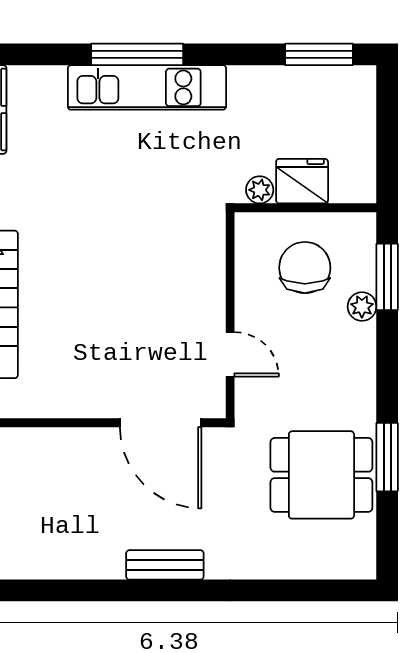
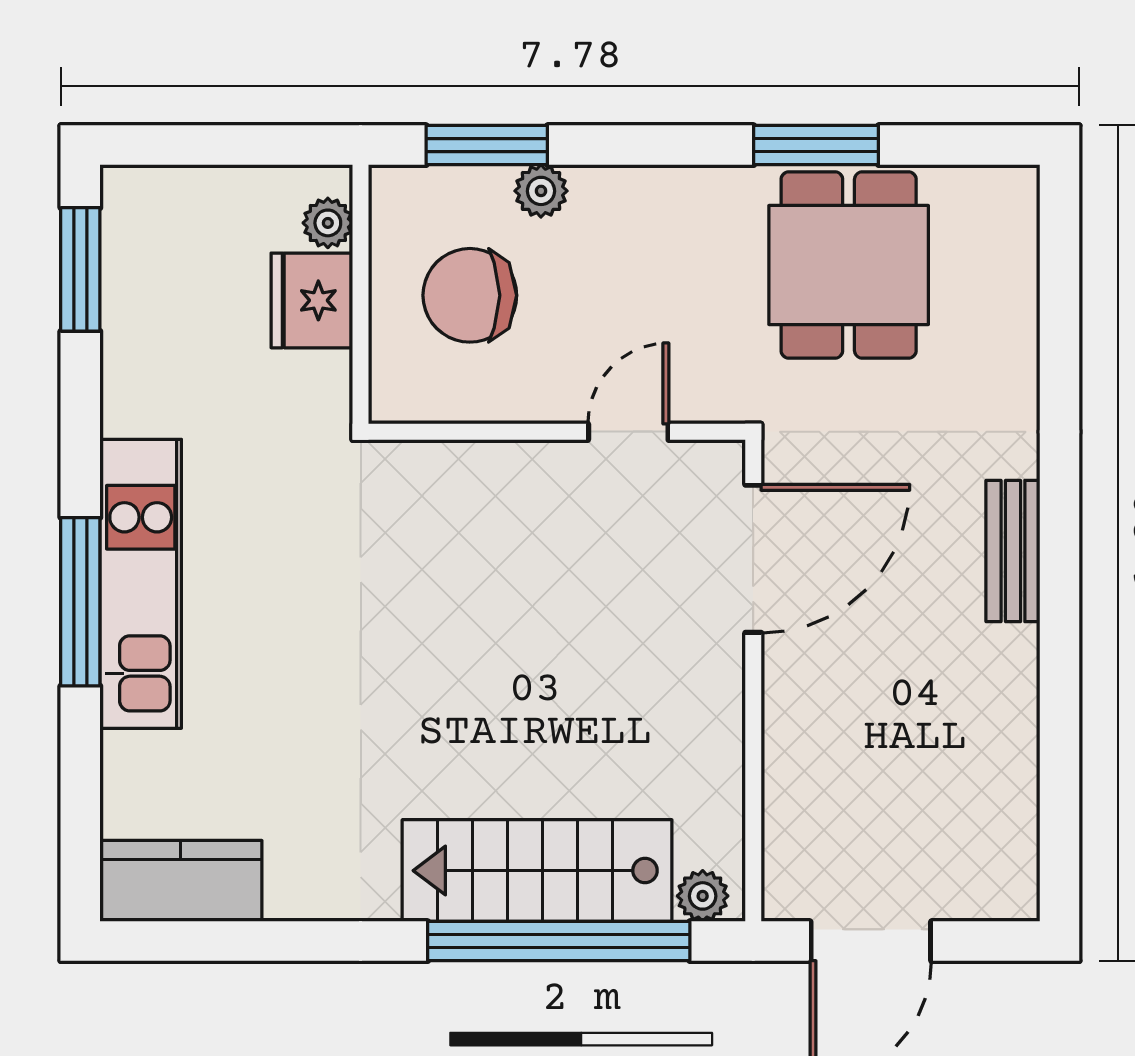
plant: (260, 190) -> (328, 223), moved

